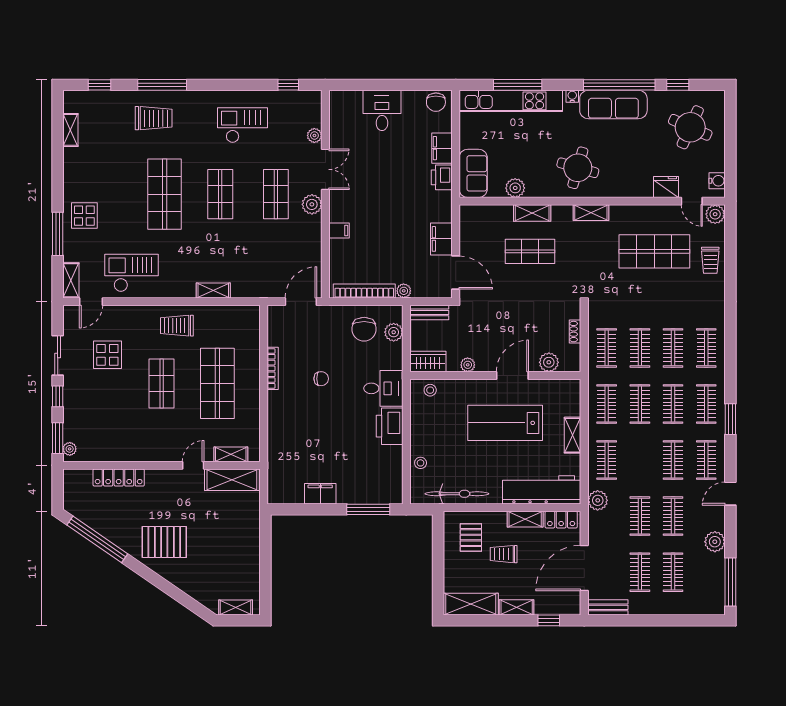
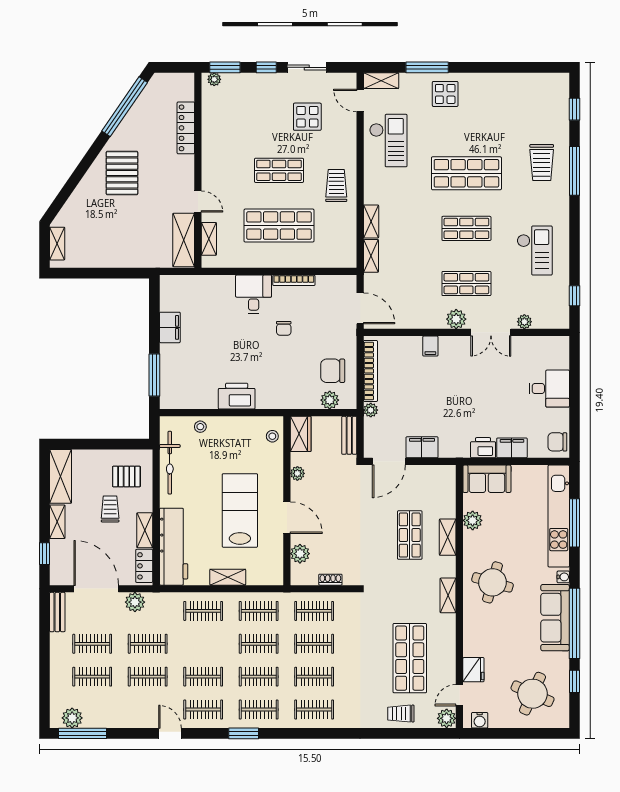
shelving: (70, 130) -> (371, 256), moved, turned 90
desk: (383, 388) -> (254, 294), moved, turned 180
plant: (598, 500) -> (135, 602), moved
plant: (715, 542) -> (72, 718), moved

